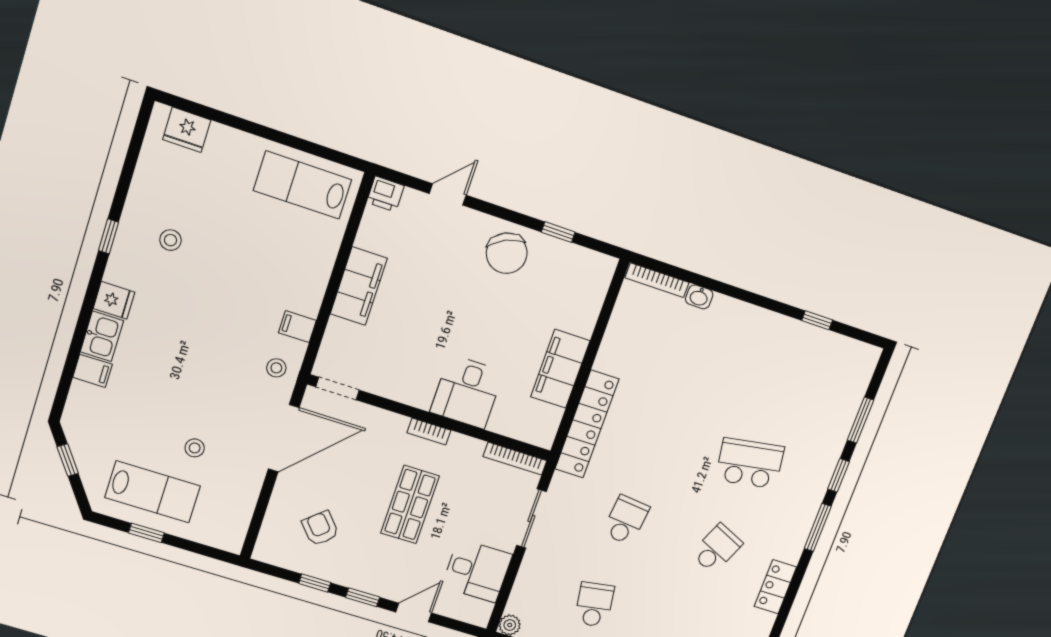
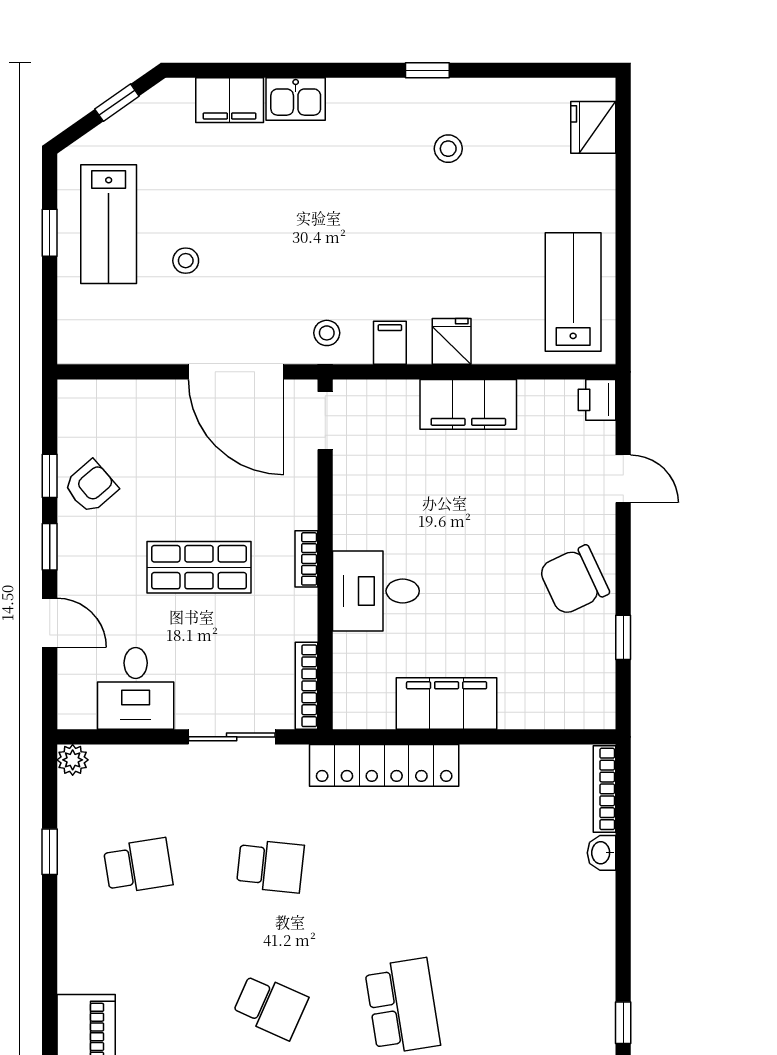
fridge: (114, 300) -> (452, 341), moved, turned 180
filing cabinet: (92, 371) -> (230, 100), width x2.00
armchair: (320, 528) -> (91, 487), moved

